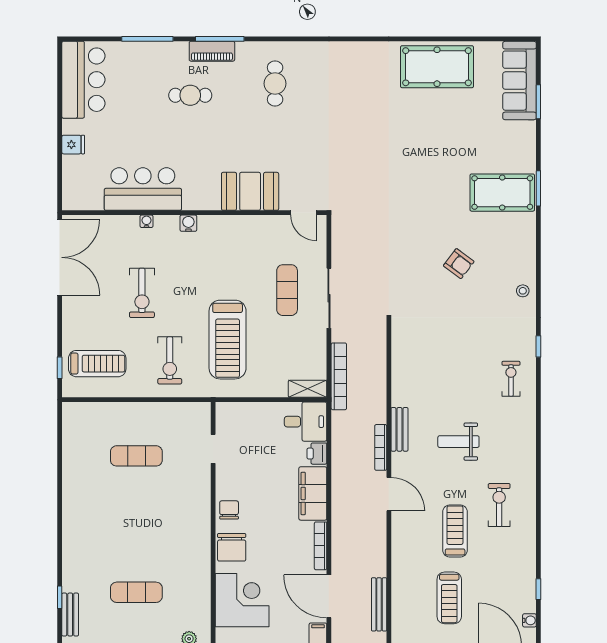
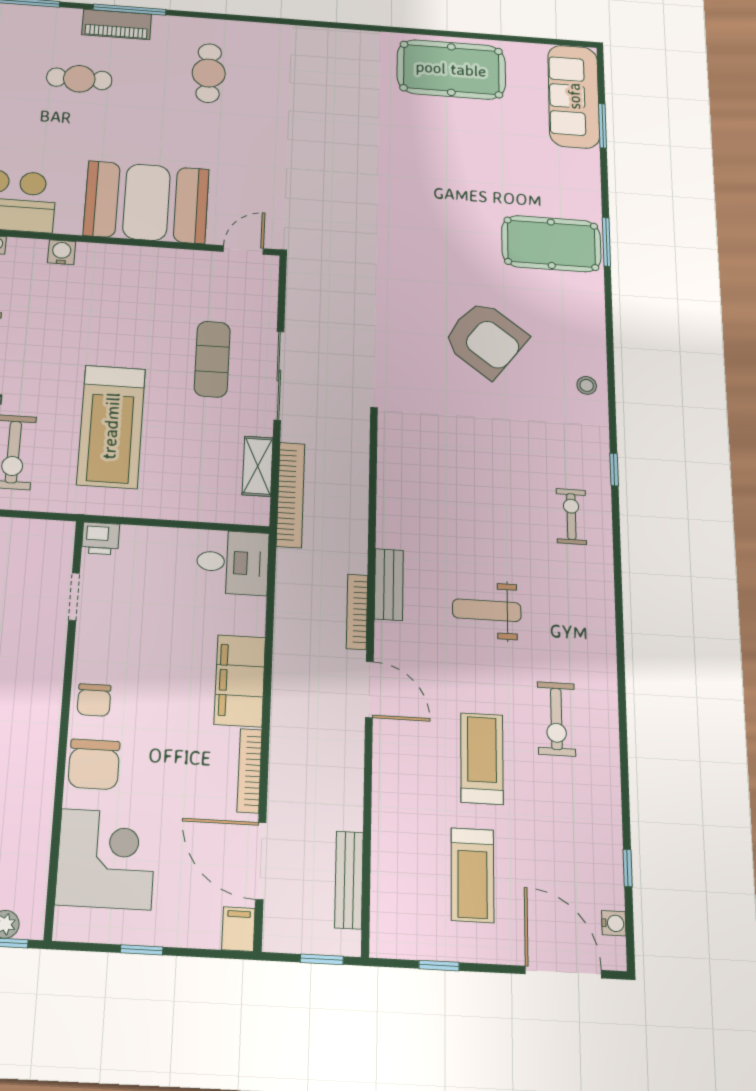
booth: (250, 191) -> (146, 202), width x1.36, depth x1.42
door: (303, 213) -> (243, 250), swing flipped
armchair: (459, 264) -> (485, 339), width x1.88, depth x1.88
shelving: (308, 389) -> (258, 466), moved, turned 90
printer: (317, 454) -> (101, 538), moved, turned -90
exercise bike: (499, 505) -> (556, 719), turned 180
chair: (229, 510) -> (94, 700), turned 180

